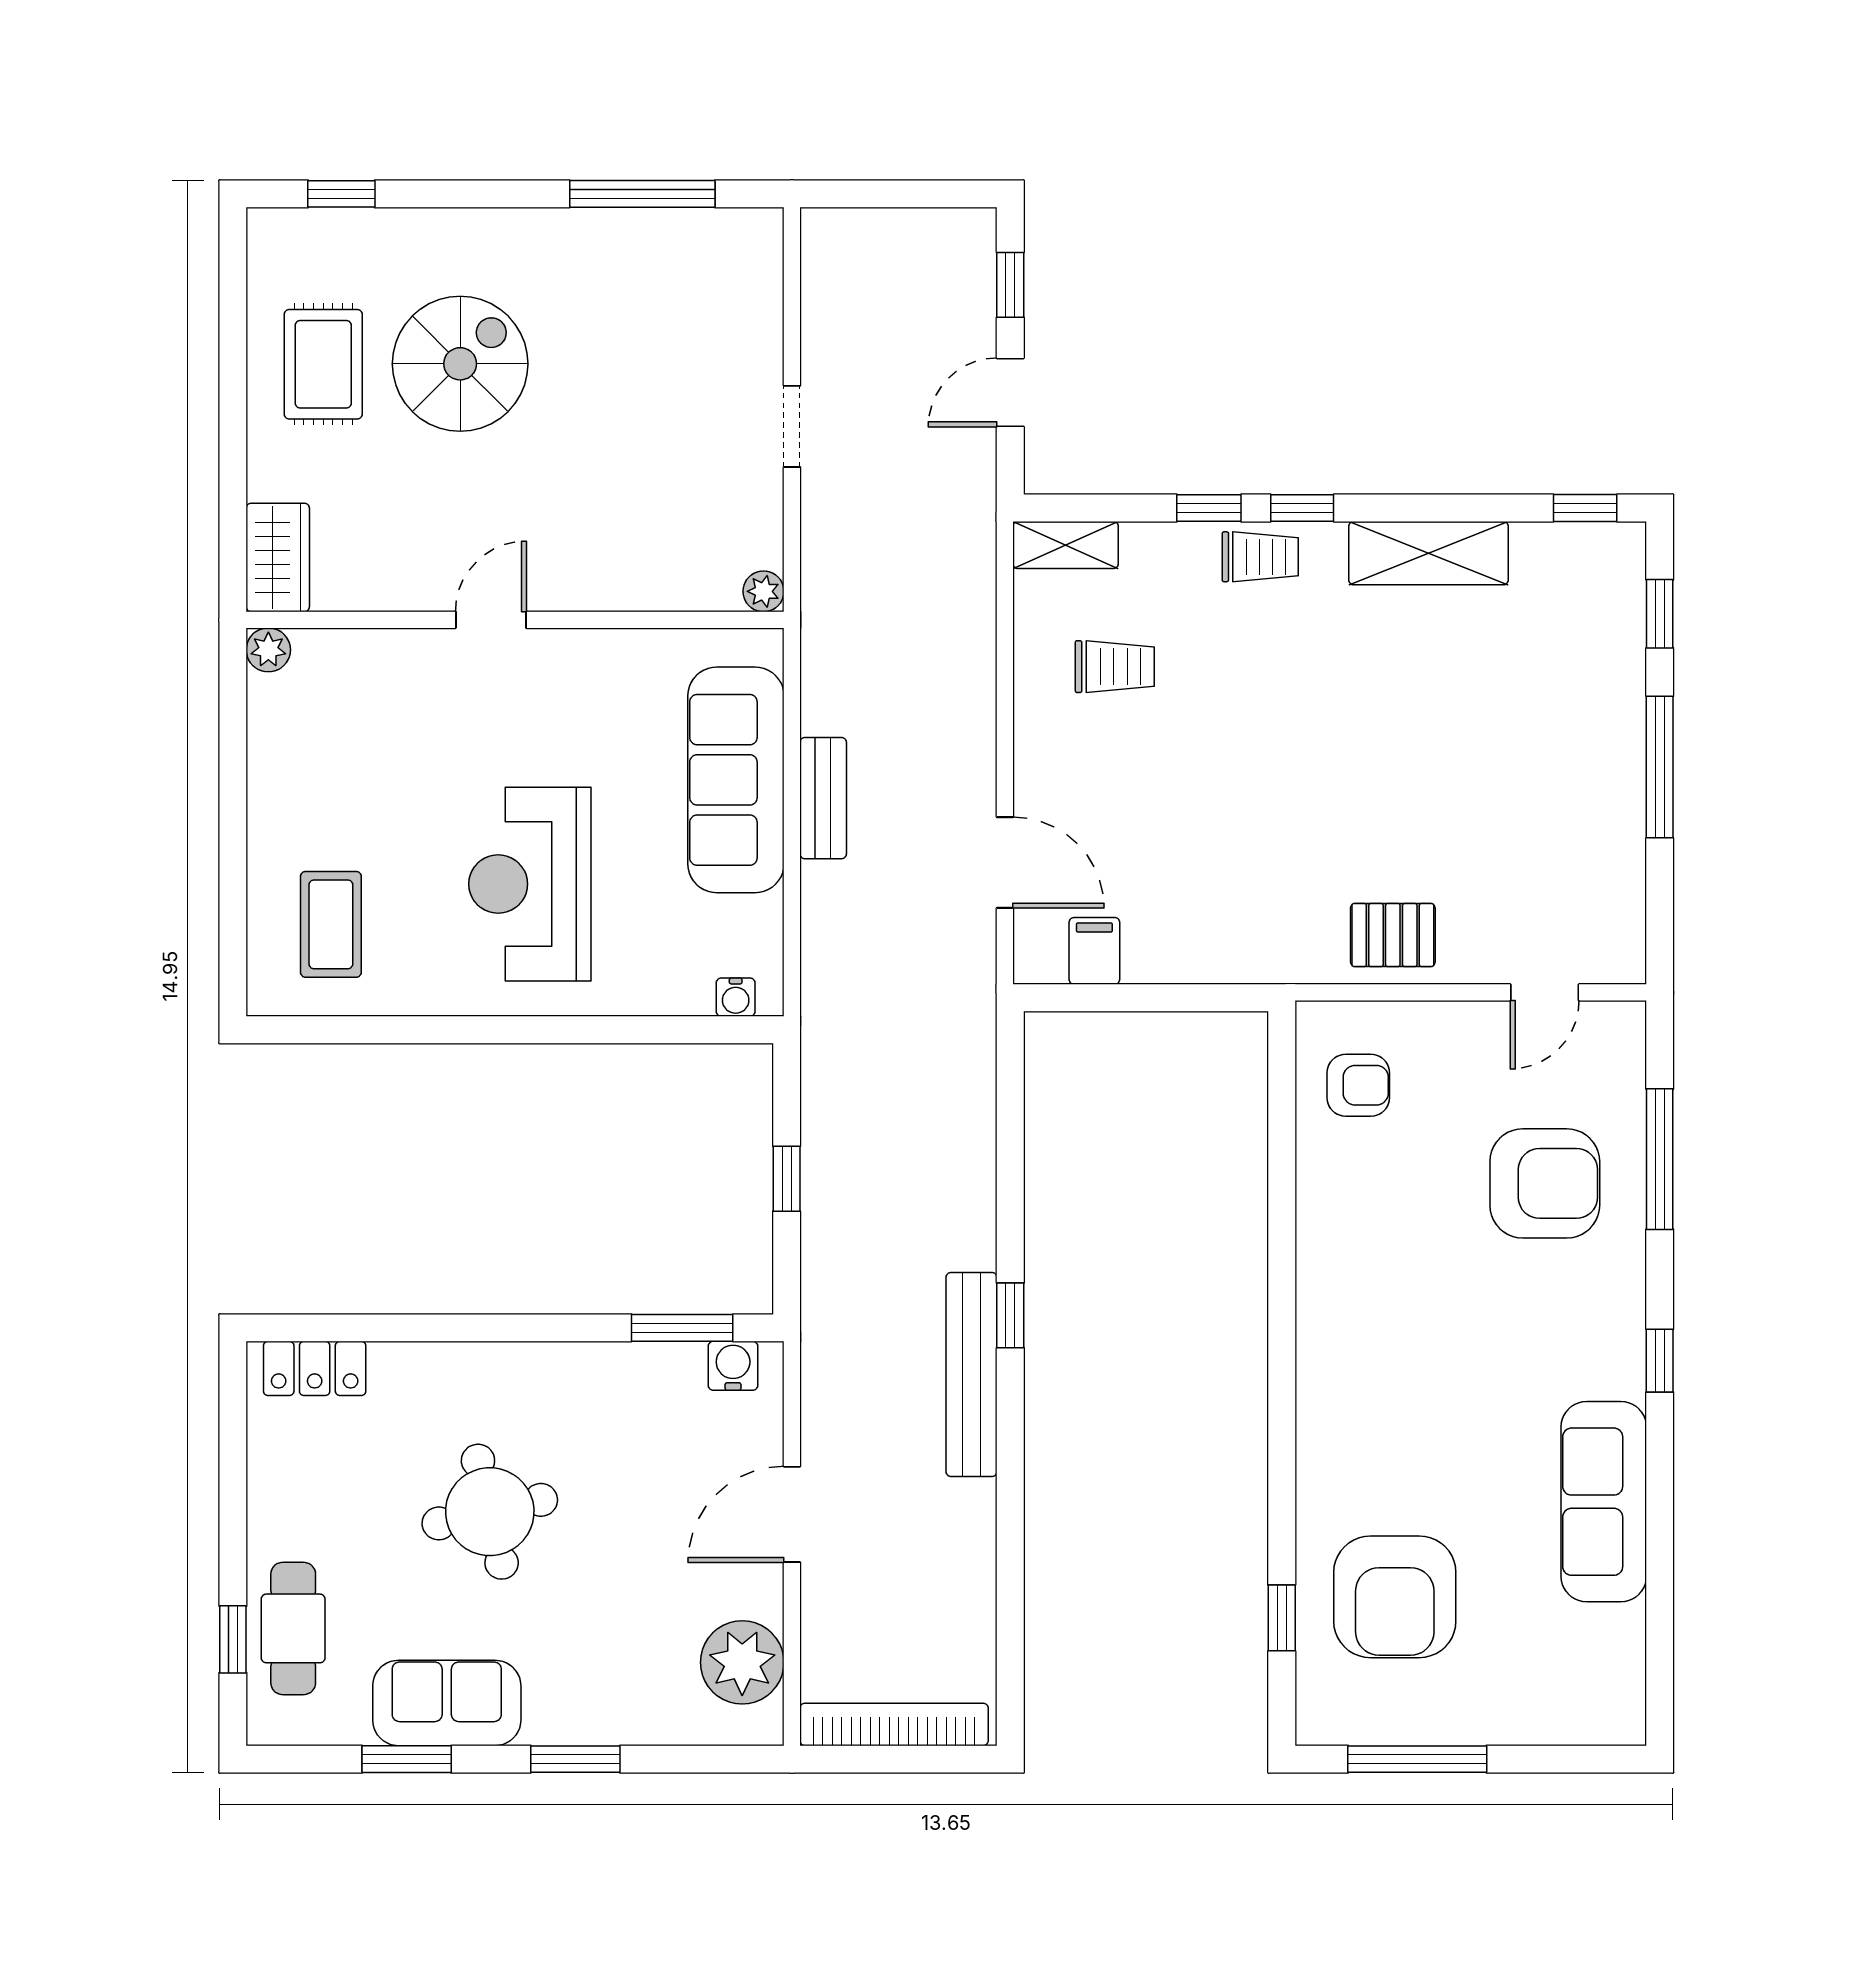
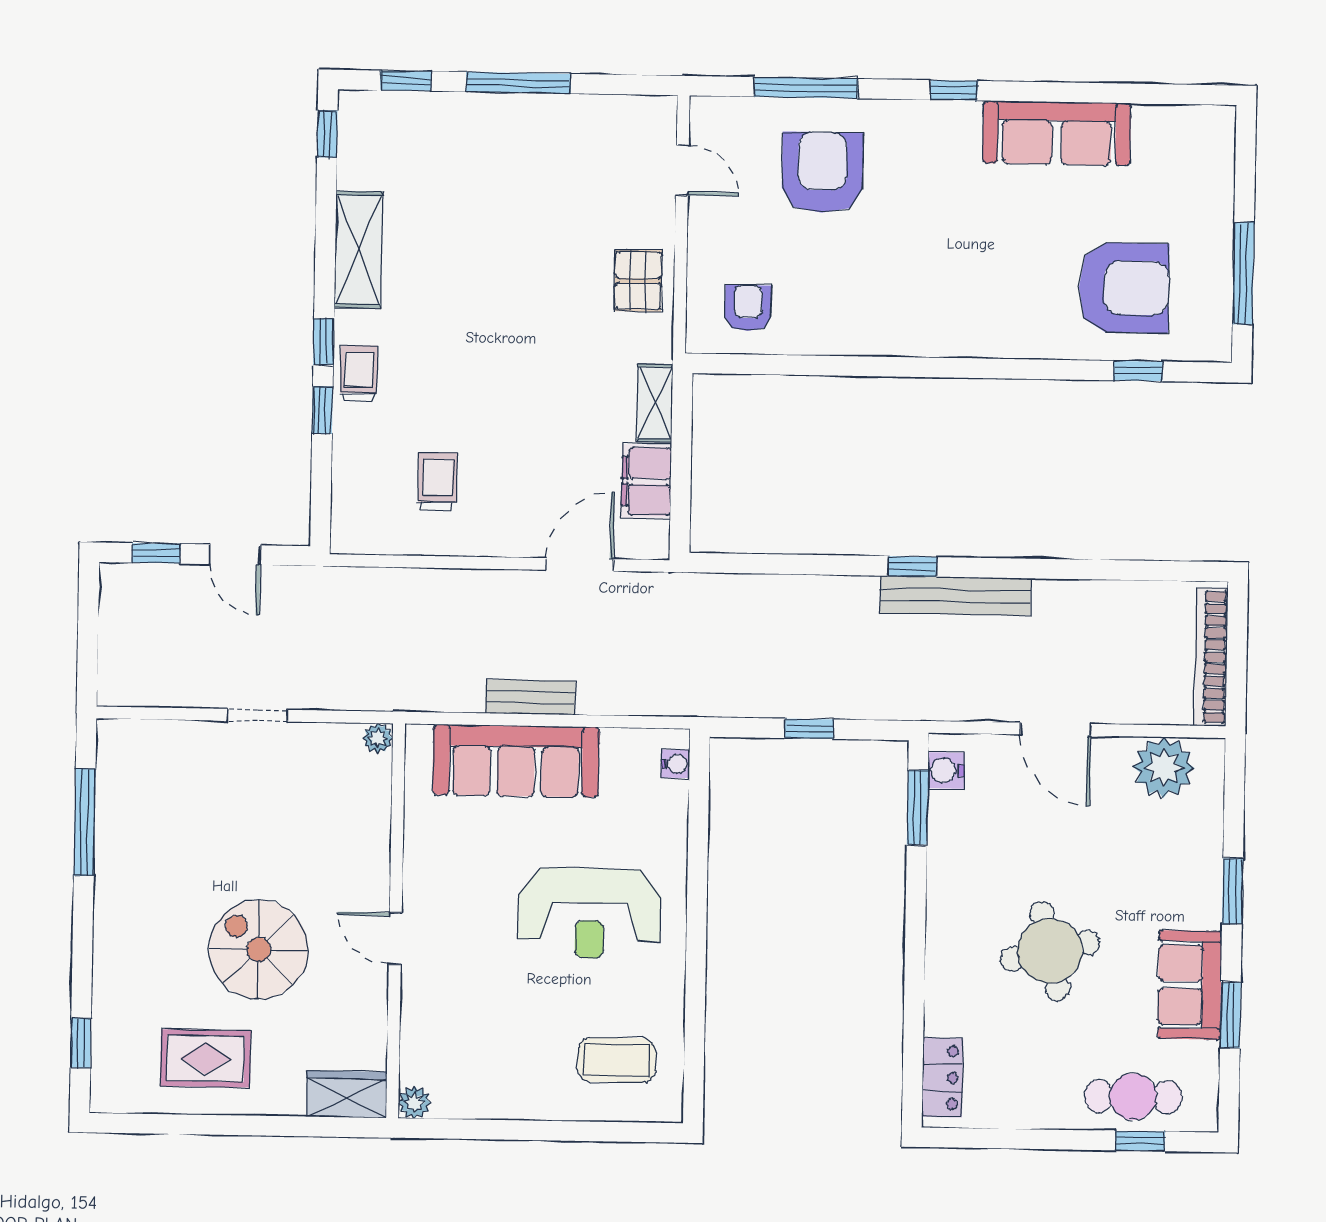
spiral stairs: (460, 364) -> (259, 949), moved
shelving: (1066, 545) -> (655, 403), moved
filing cabinet: (1094, 951) -> (646, 481), width x2.00

